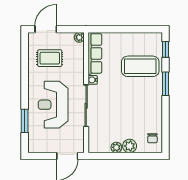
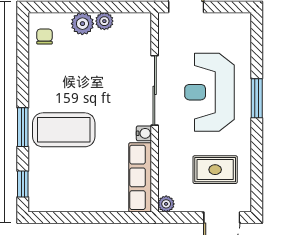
coffee table: (140, 66) -> (64, 130), moved
reception desk: (53, 105) -> (209, 92), turned 180
window: (25, 121) -> (257, 98), moved

